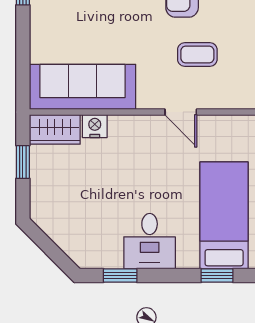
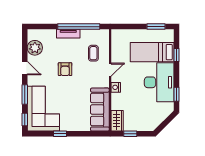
coffee table: (197, 55) -> (93, 53), moved
nightstand: (95, 126) -> (116, 87), moved
desk: (150, 241) -> (159, 82), width x1.87, depth x1.30

